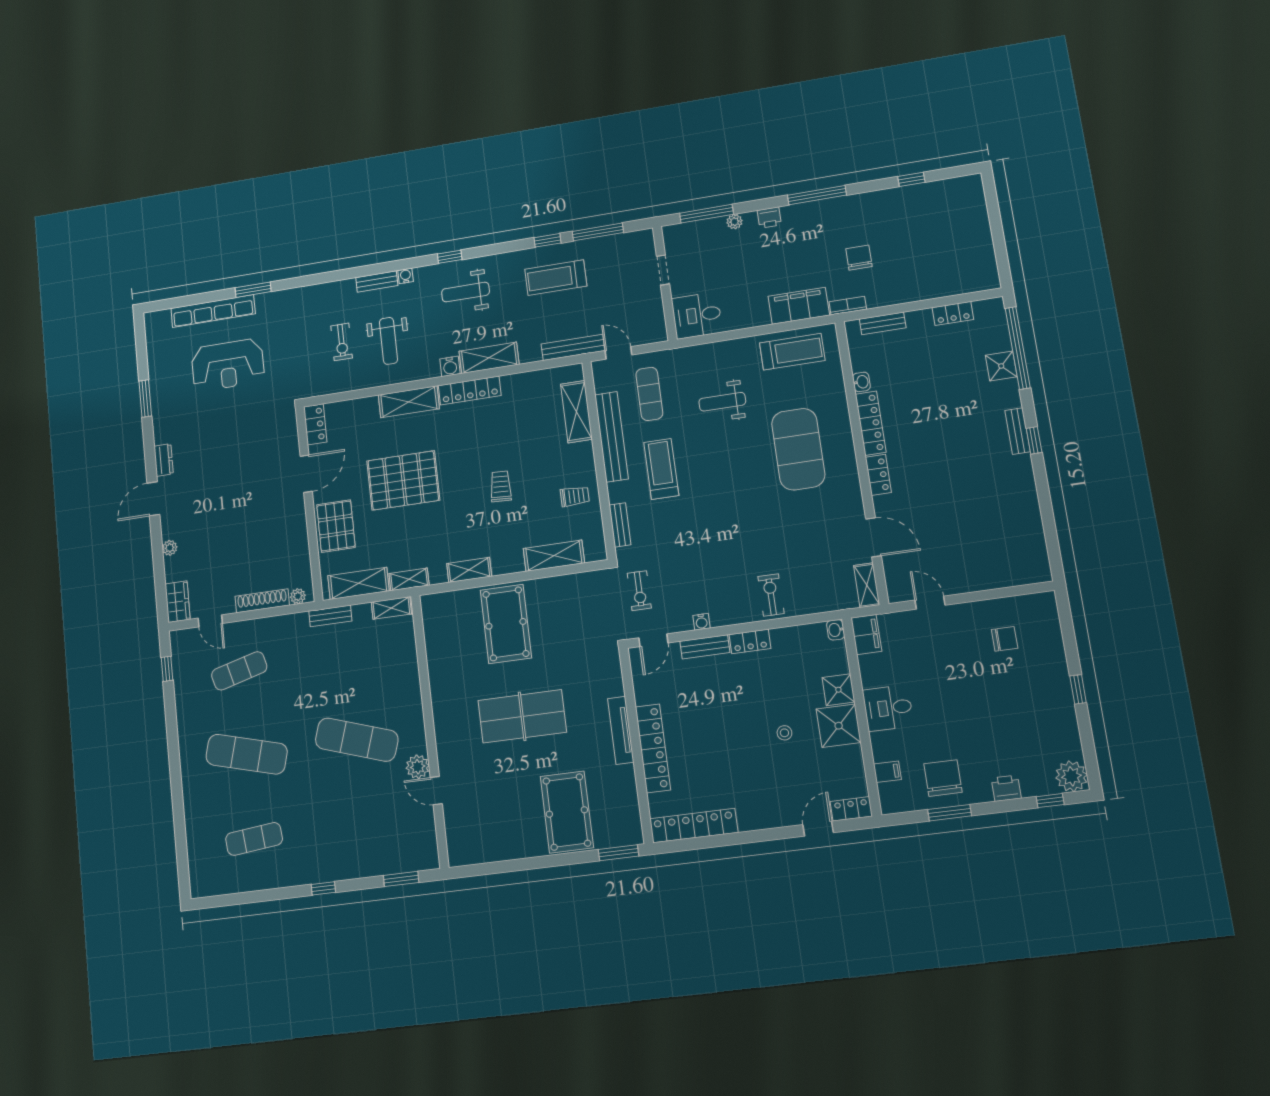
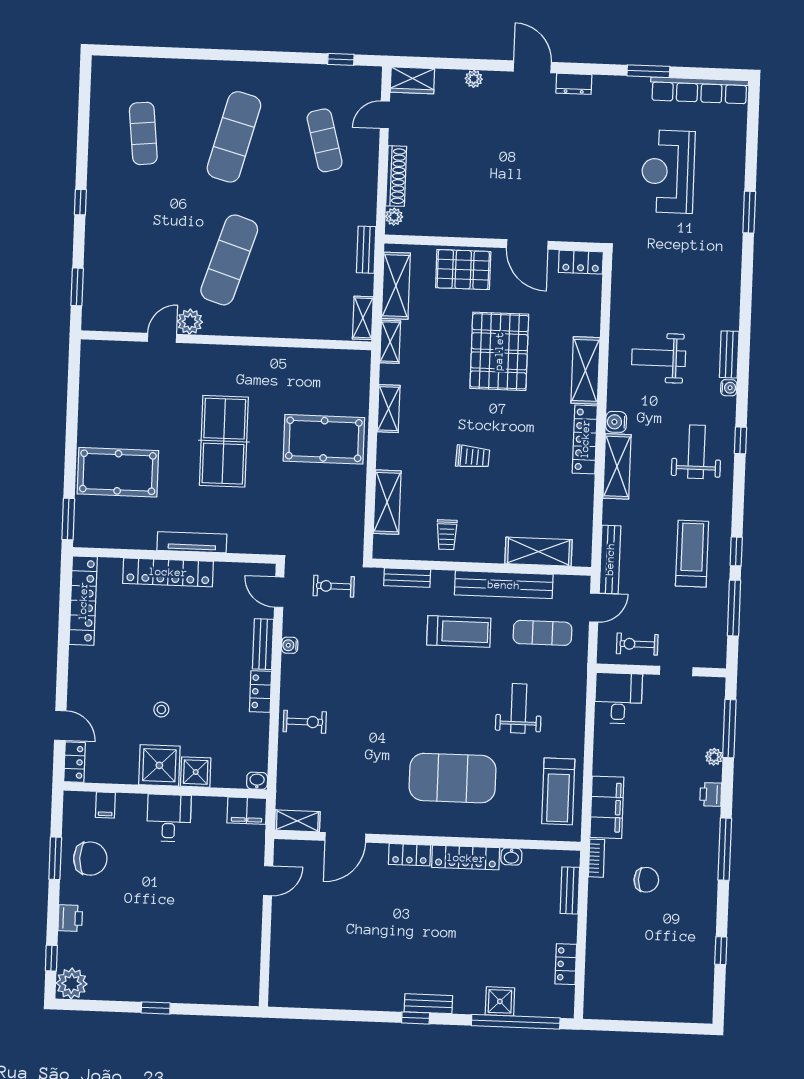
row of seats: (213, 311) -> (699, 90), moved, turned -90
exercise bike: (341, 342) -> (637, 644), moved
chair: (1005, 639) -> (218, 947), removed

